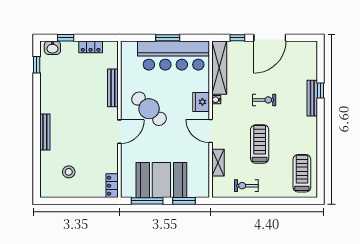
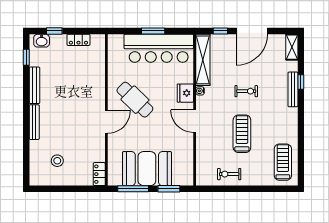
bench: (113, 88) -> (34, 85), moved
shelving: (218, 163) -> (292, 47), moved

